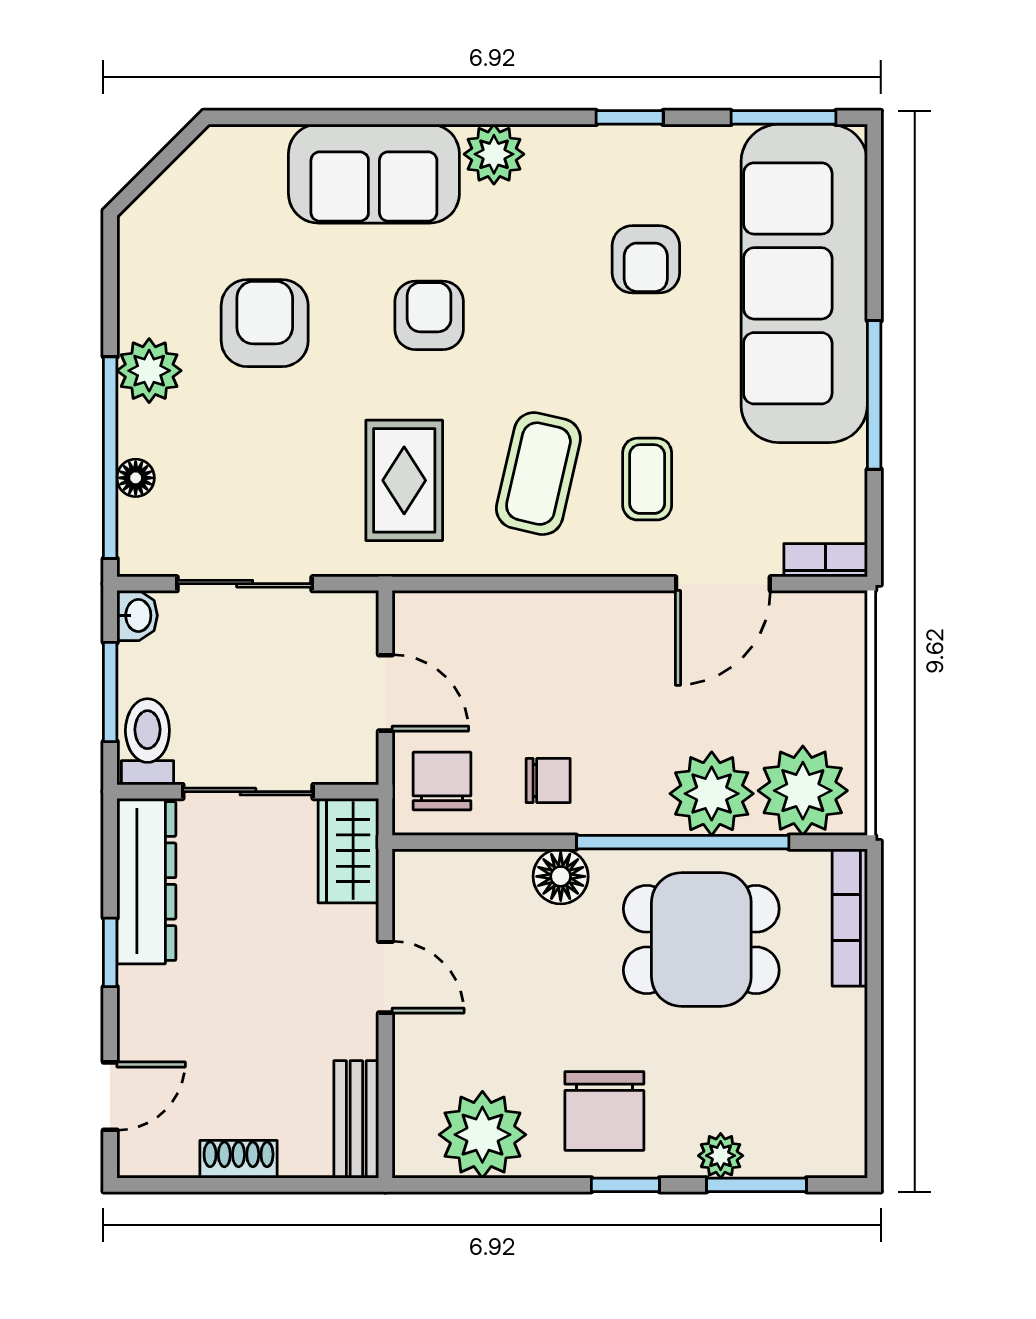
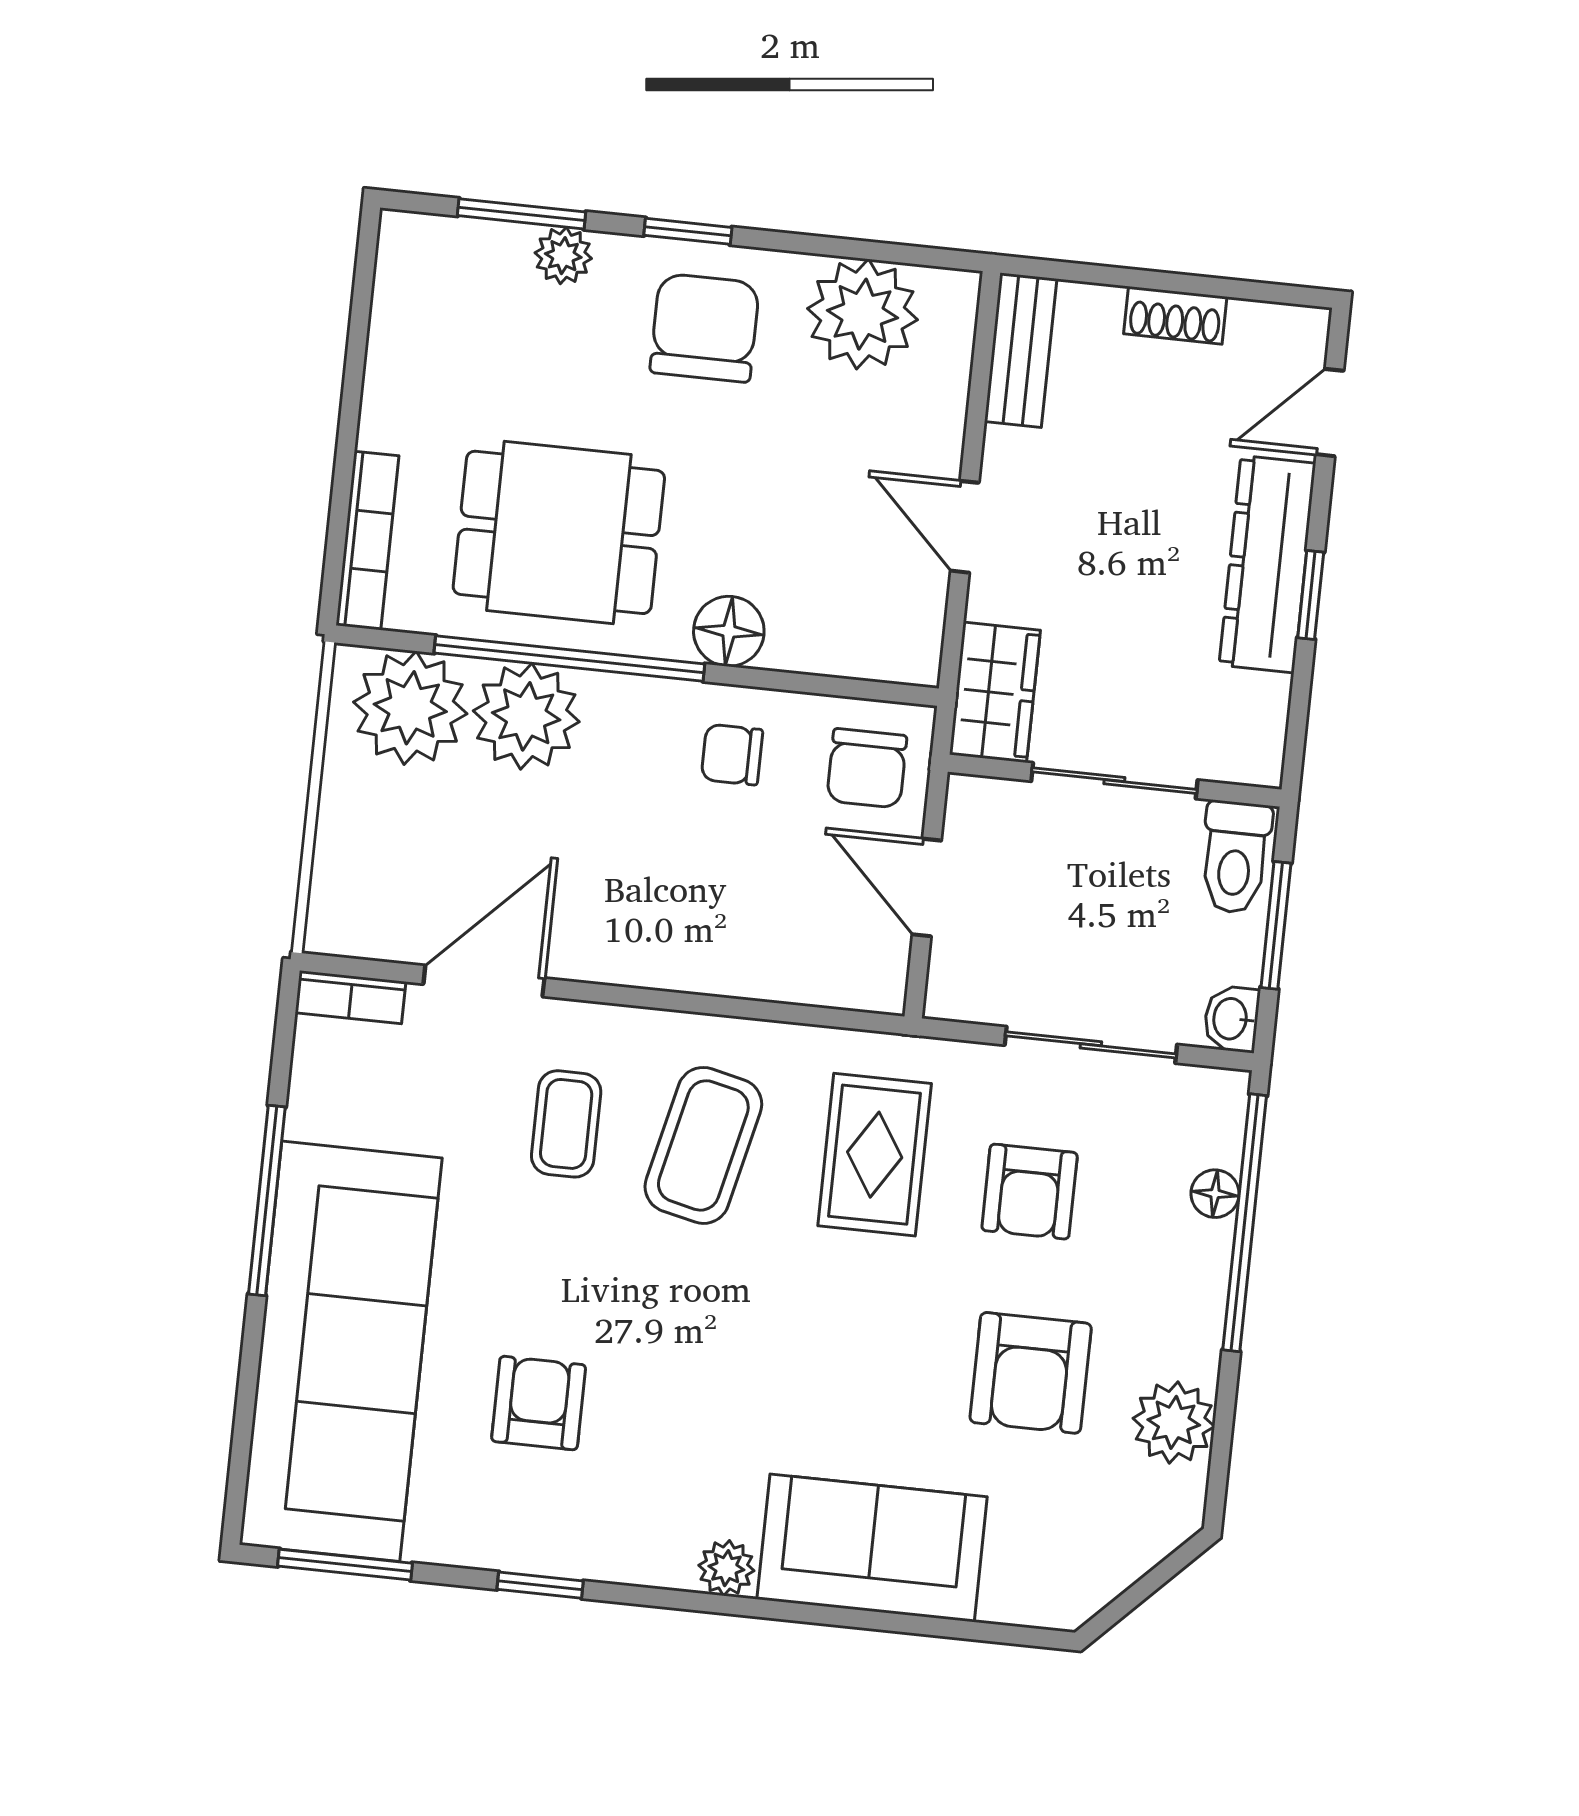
plant: (494, 154) -> (726, 1568), width x0.73, depth x0.73
armchair: (429, 315) -> (1030, 1192), moved
plant: (149, 371) -> (1174, 1422), moved
dresser: (146, 881) -> (1267, 564), moved

